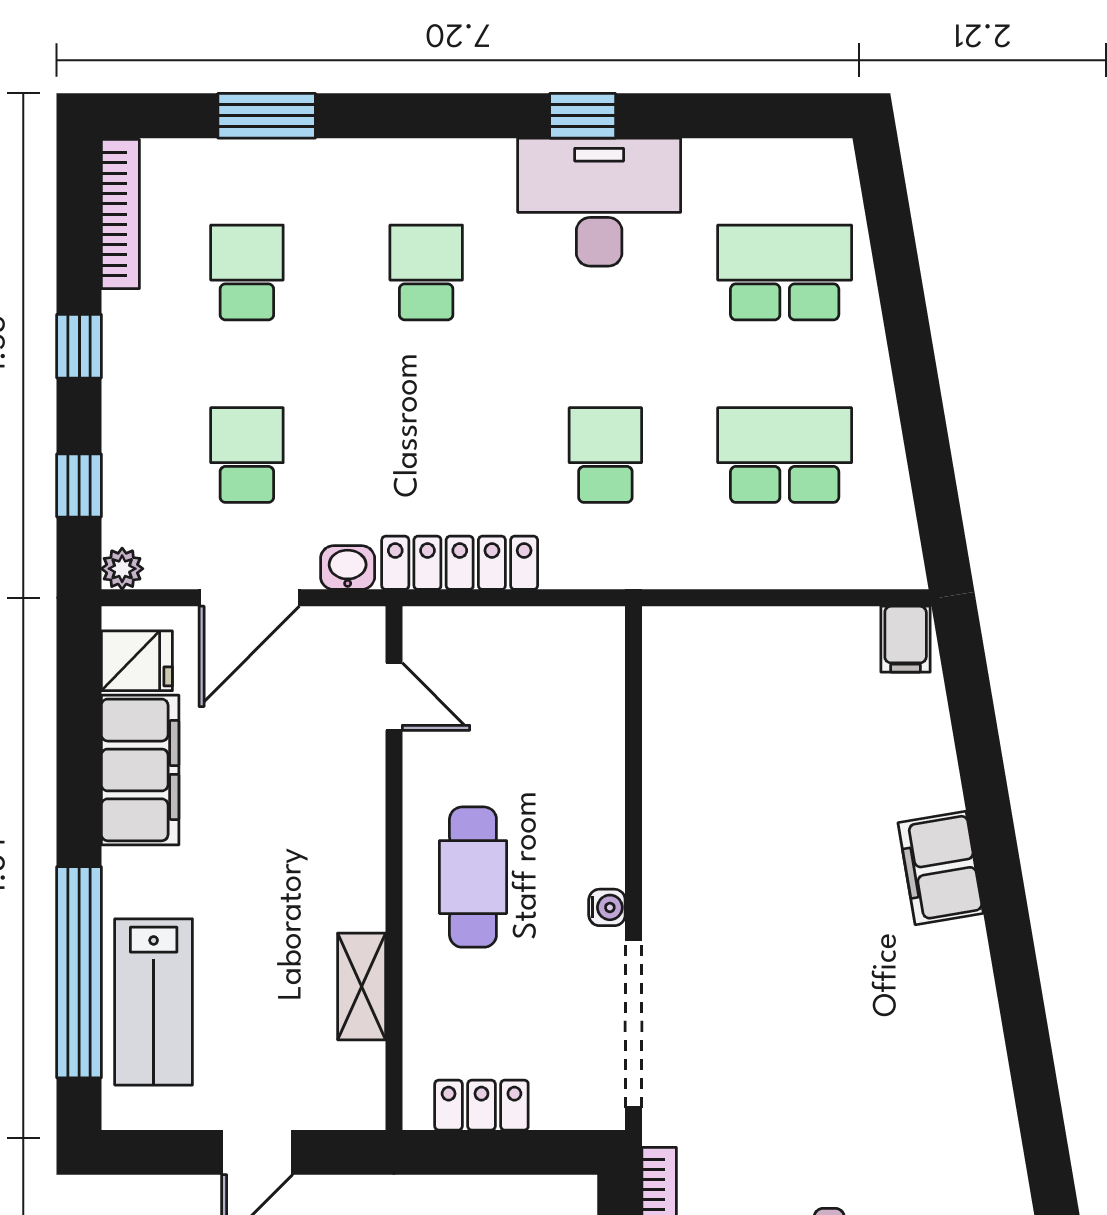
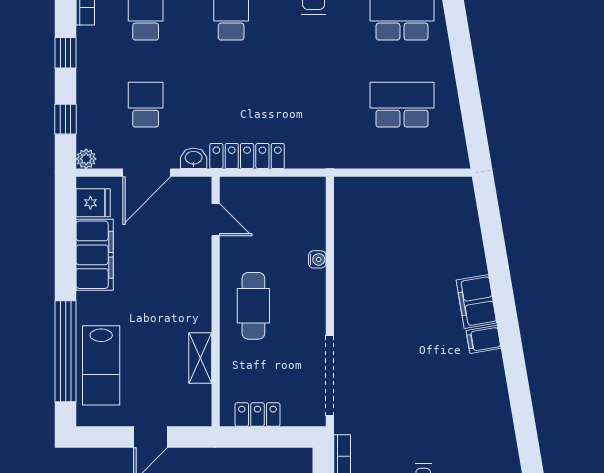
school desk: (605, 455) -> (317, 105), removed
filing cabinet: (906, 639) -> (484, 339), moved, turned 80
water cooler: (607, 907) -> (317, 259), moved

